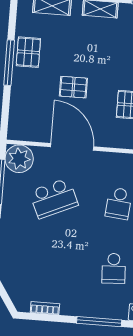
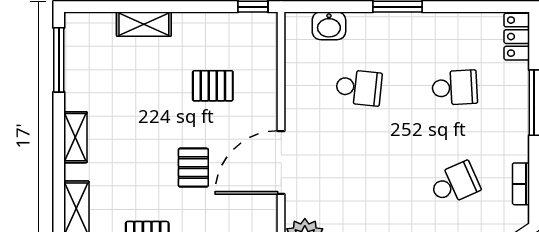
school desk: (54, 198) -> (455, 184), moved, width x0.54

